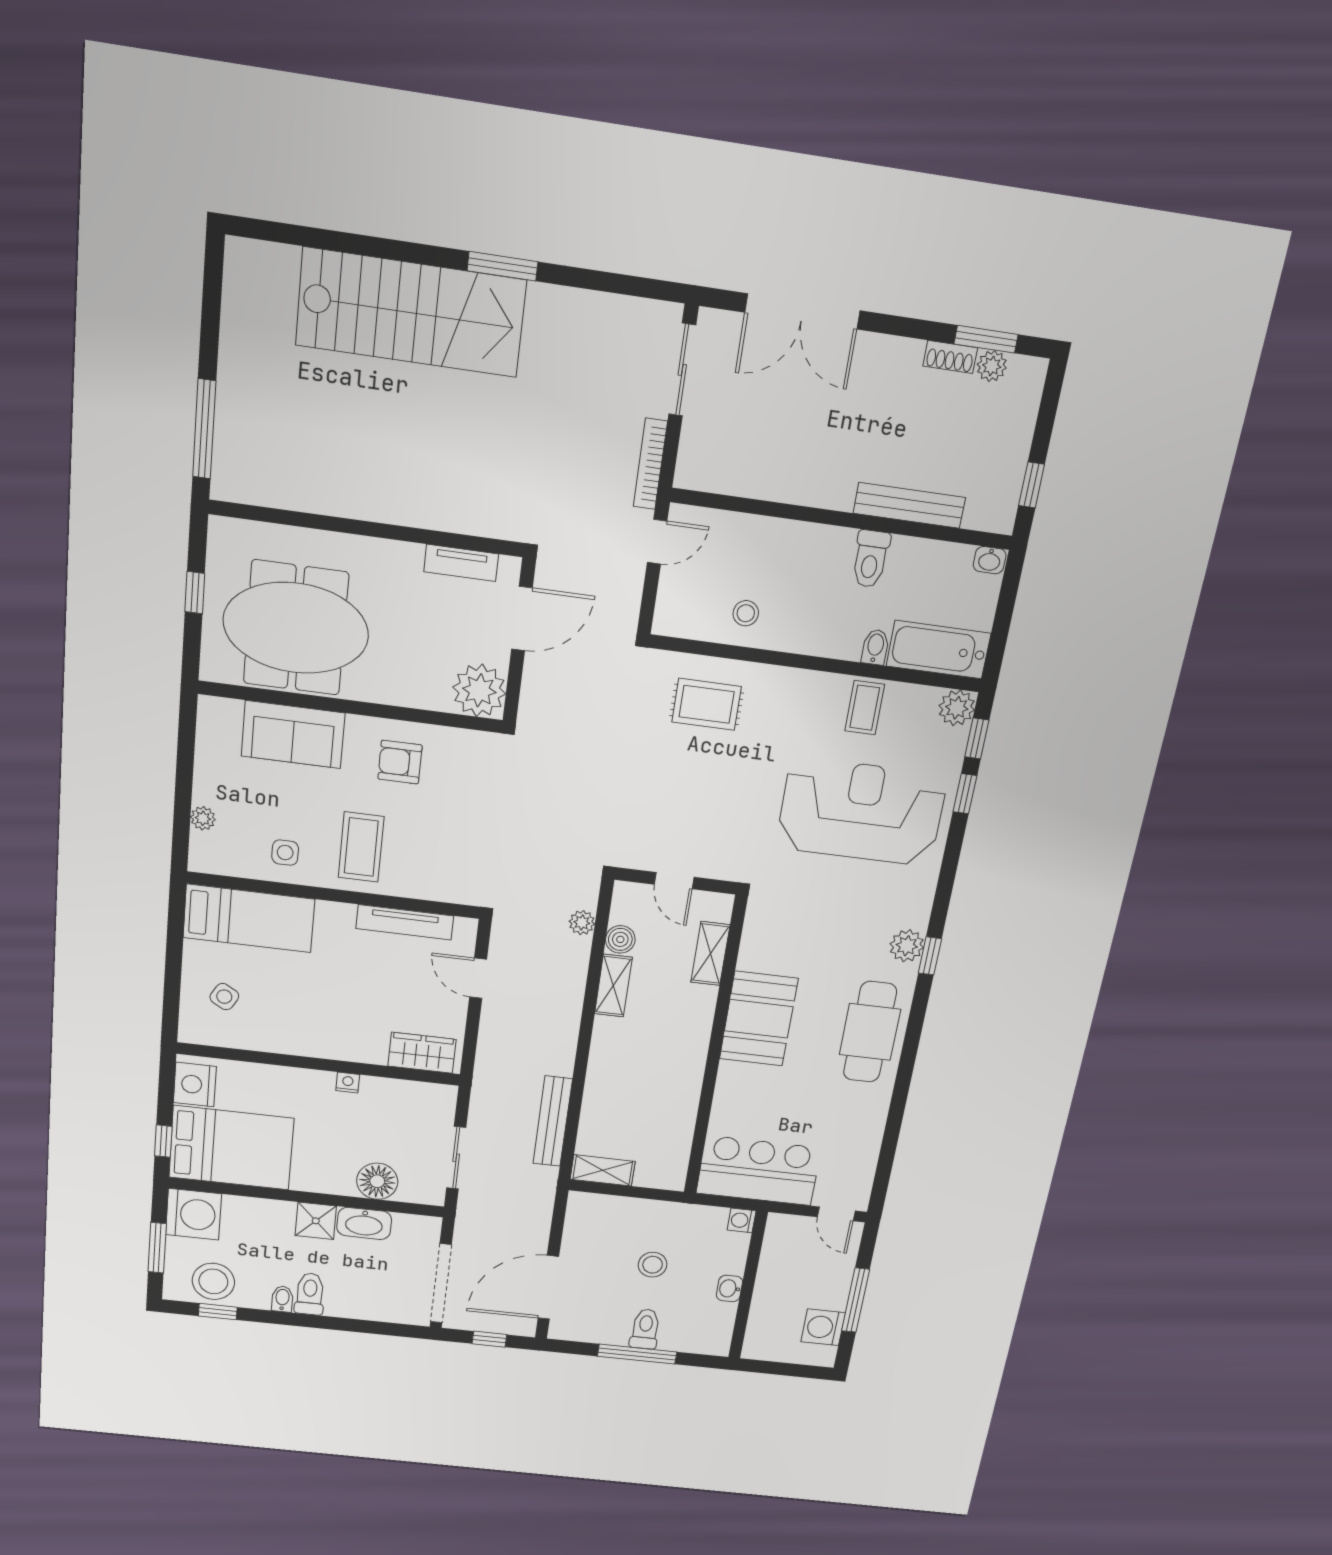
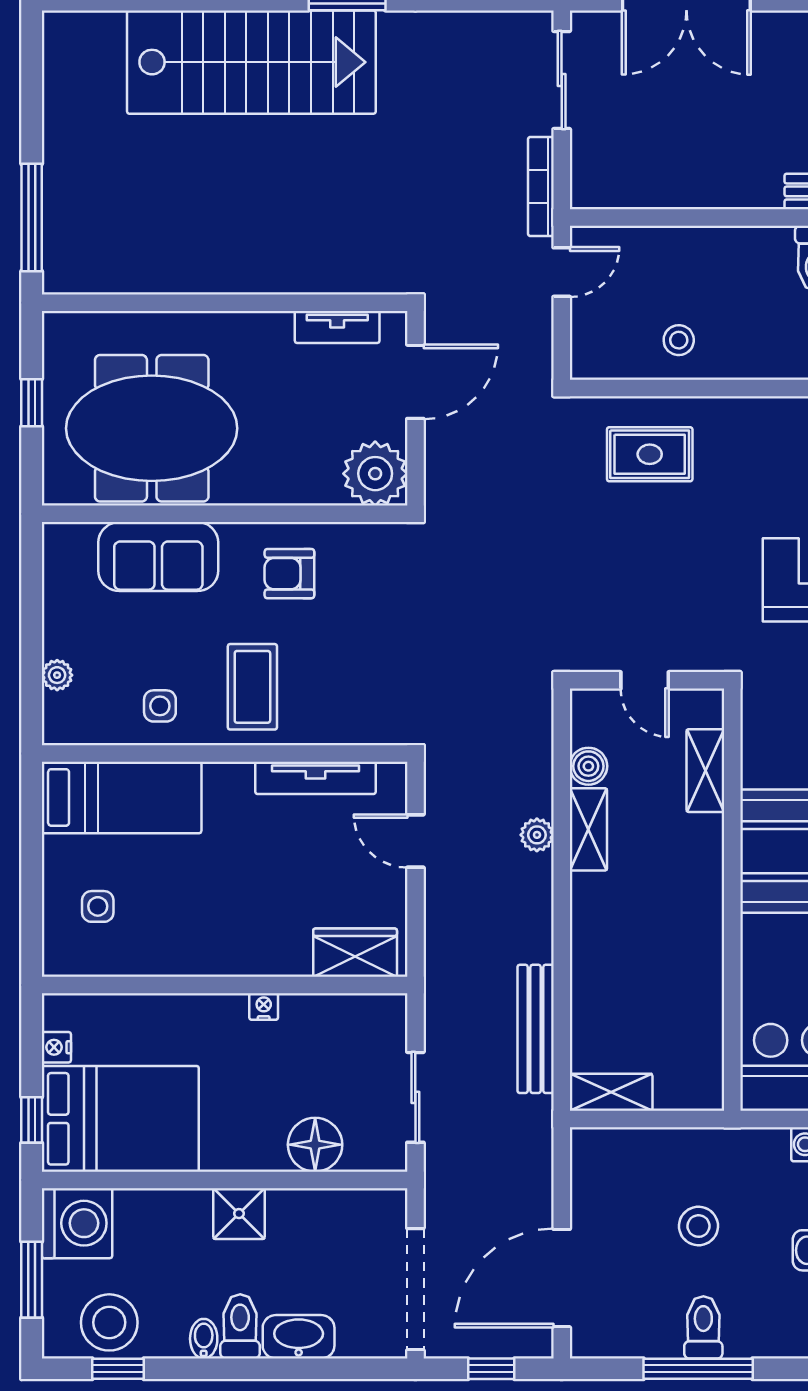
plant: (582, 923) -> (537, 835), moved
side table: (224, 997) -> (98, 906), turned -30
nightstand: (195, 1085) -> (56, 1047), width x0.53, depth x0.56
washbasin: (364, 1223) -> (299, 1337), moved, turned 180

